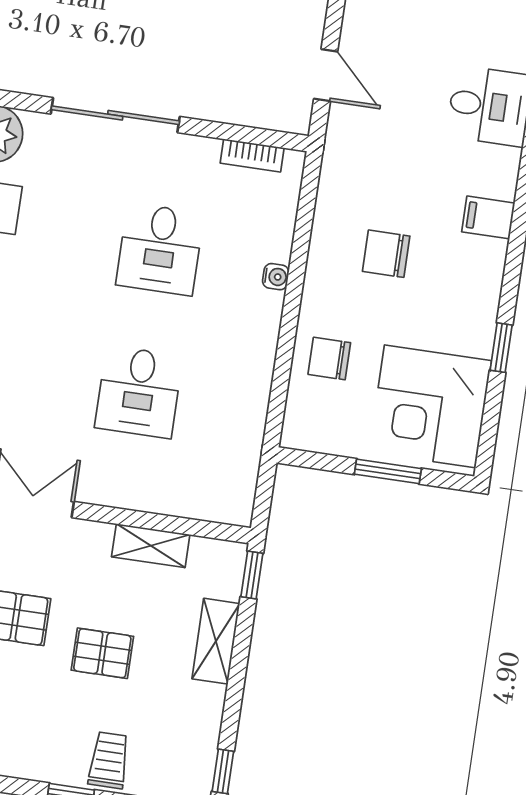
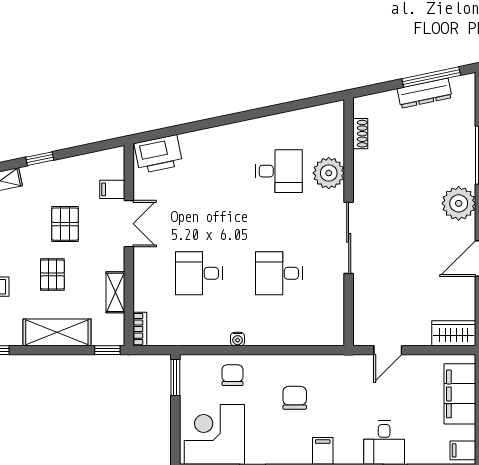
bookcase: (252, 155) -> (140, 329), moved, turned 180
water cooler: (276, 277) -> (238, 339), moved
window: (388, 471) -> (175, 378), moved
shelving: (216, 641) -> (57, 332), width x1.50, depth x1.33

